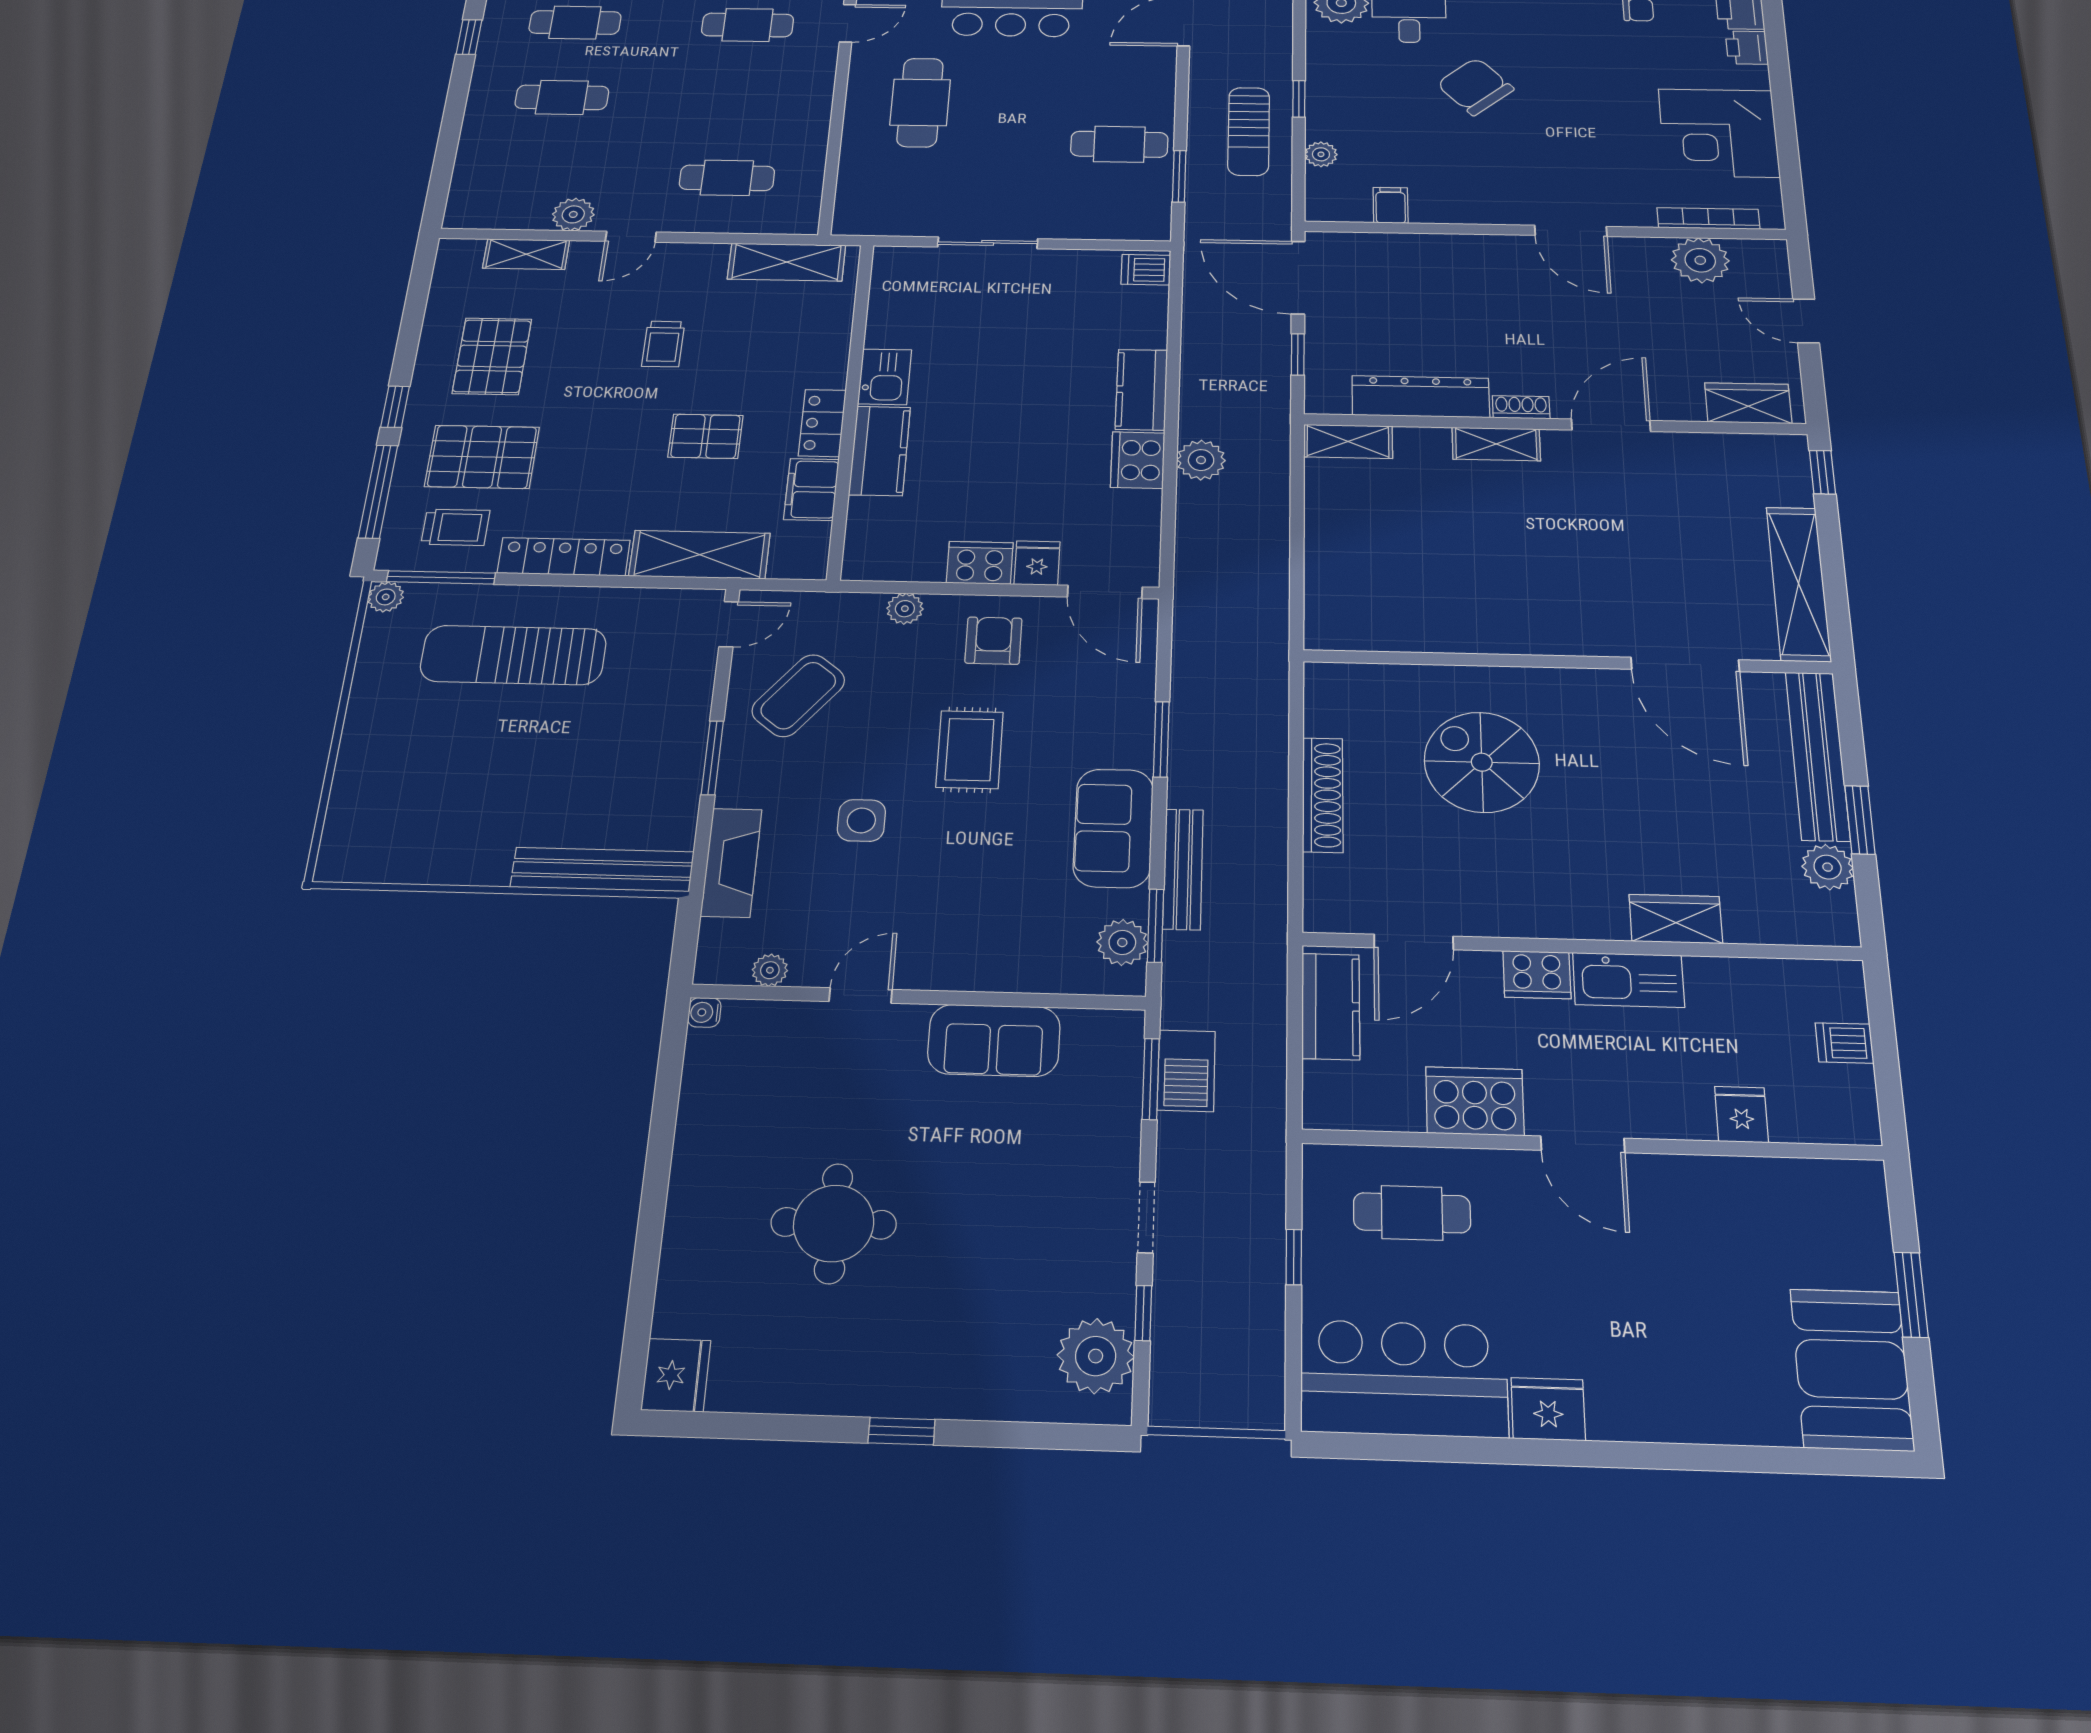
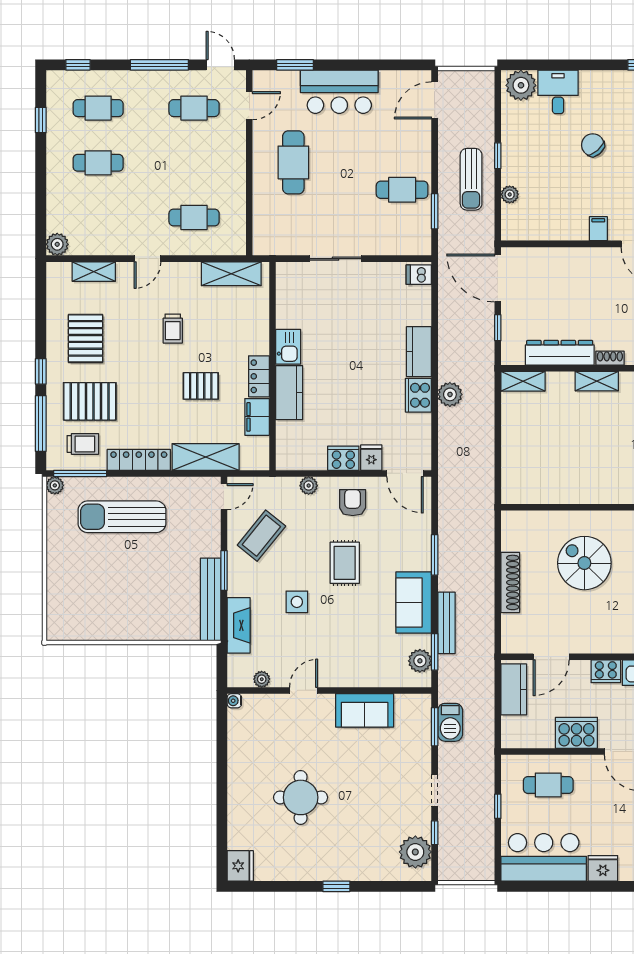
chair: (1475, 87) -> (593, 145), width x0.73, depth x0.73
filing cabinet: (1391, 205) -> (598, 229), moved
plant: (573, 214) -> (57, 244), moved
bench: (602, 869) -> (211, 600), moved, turned 90

